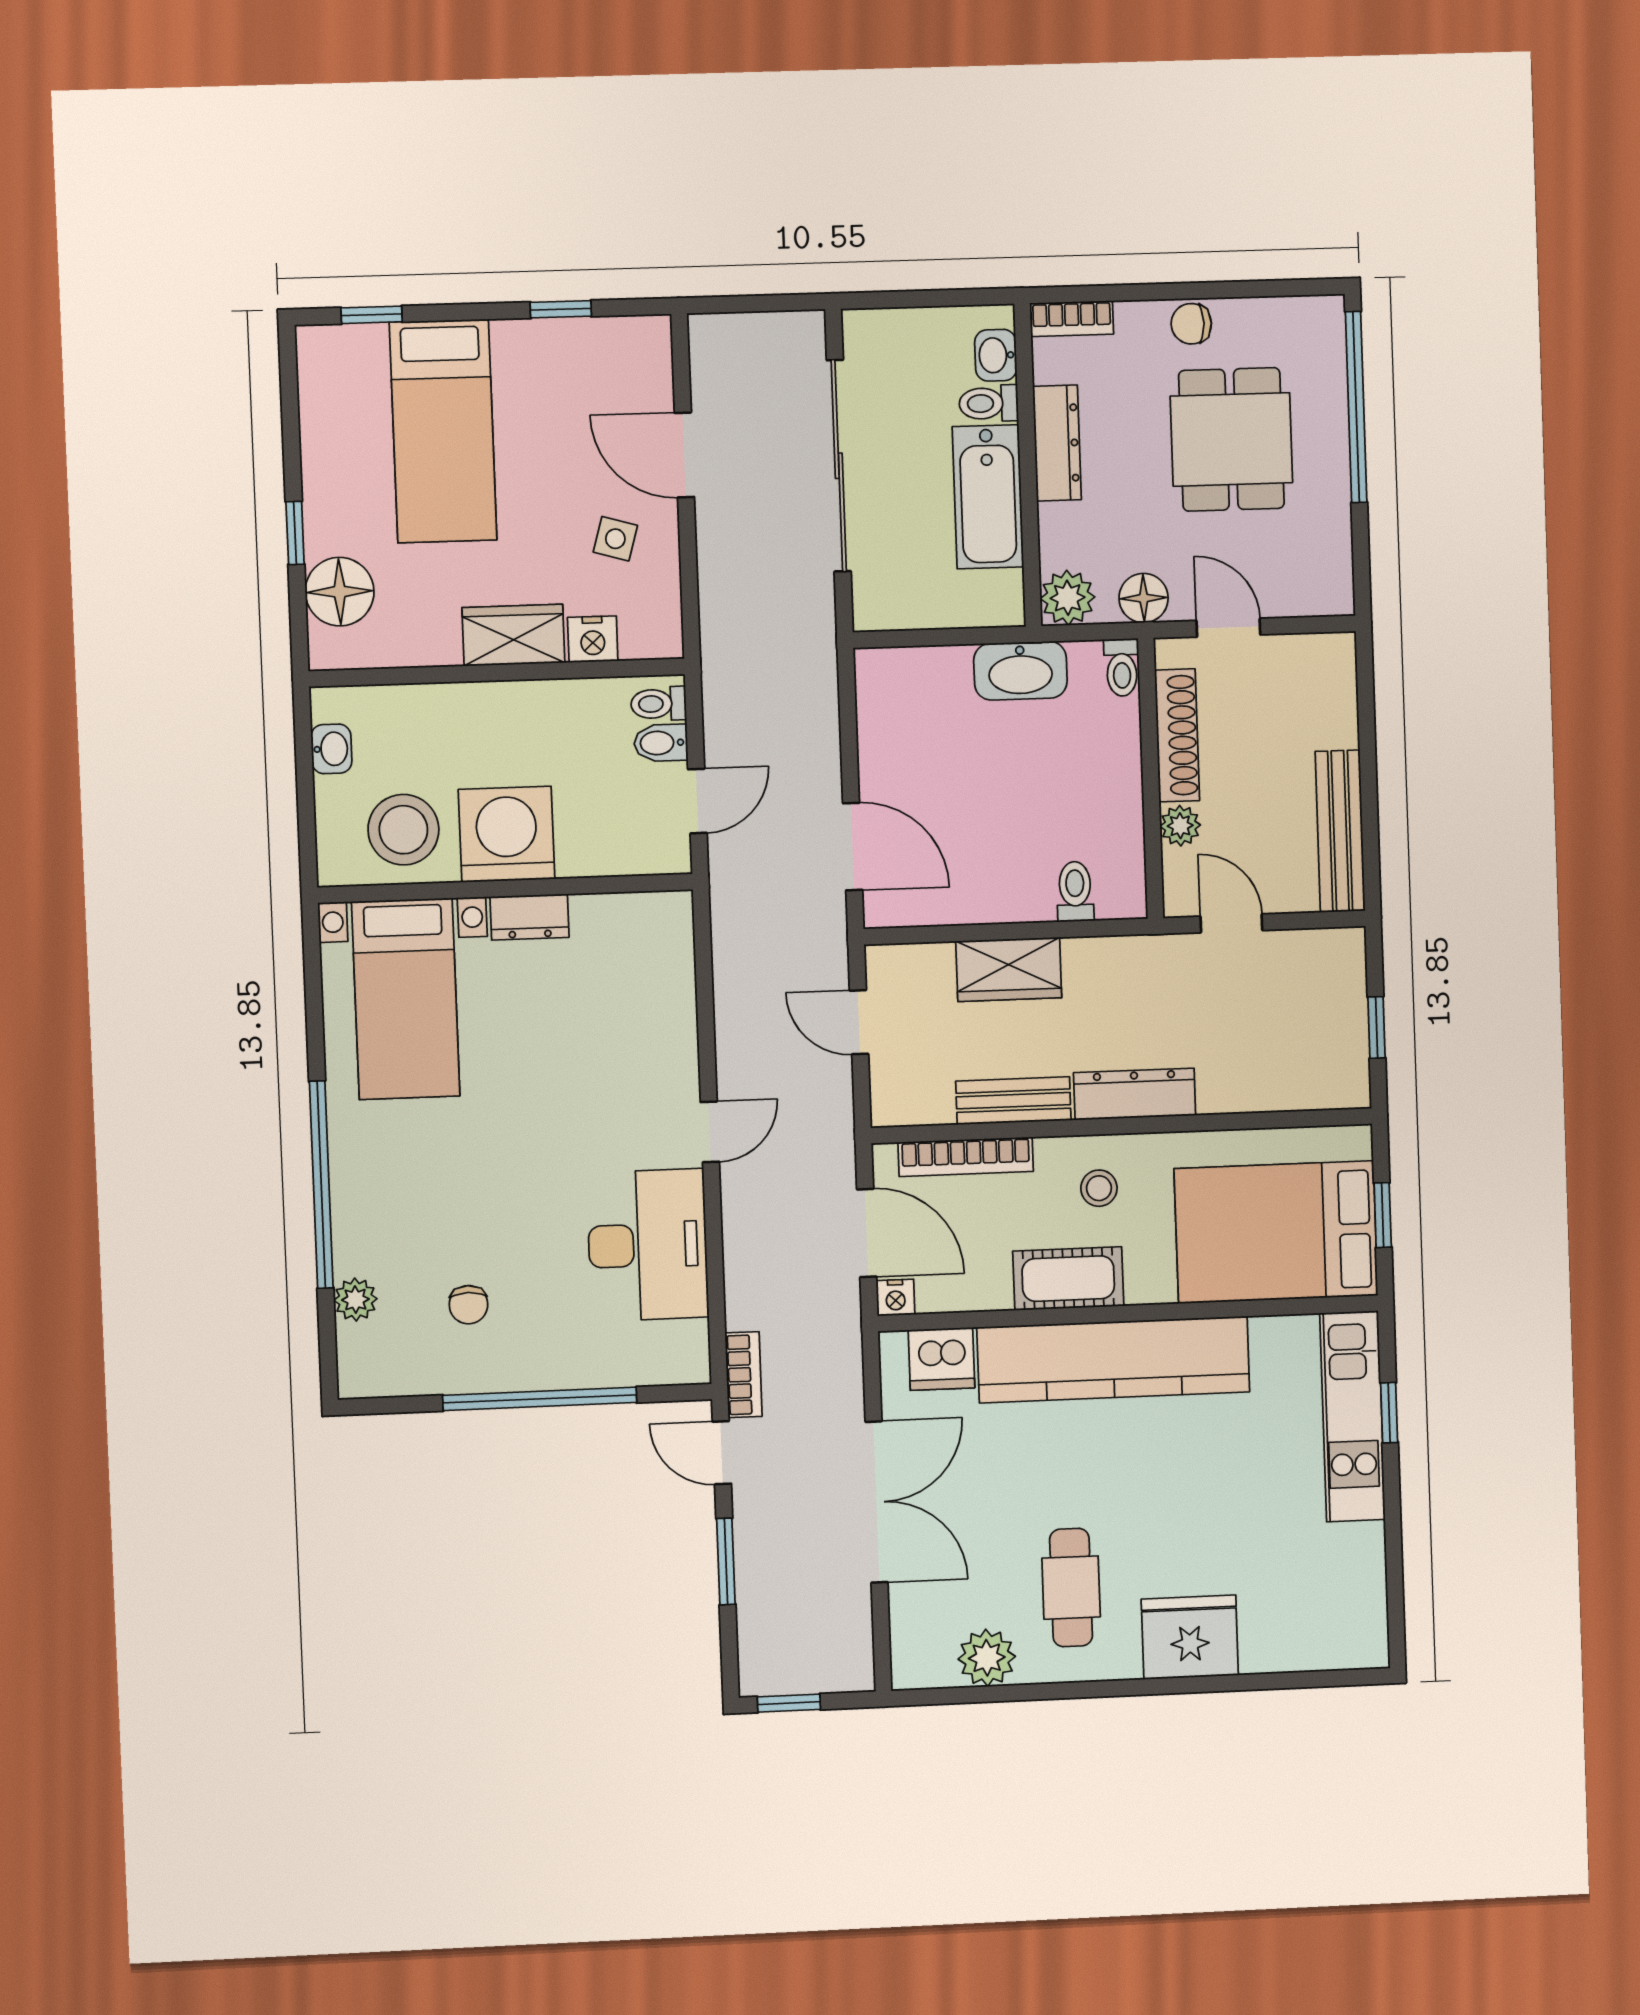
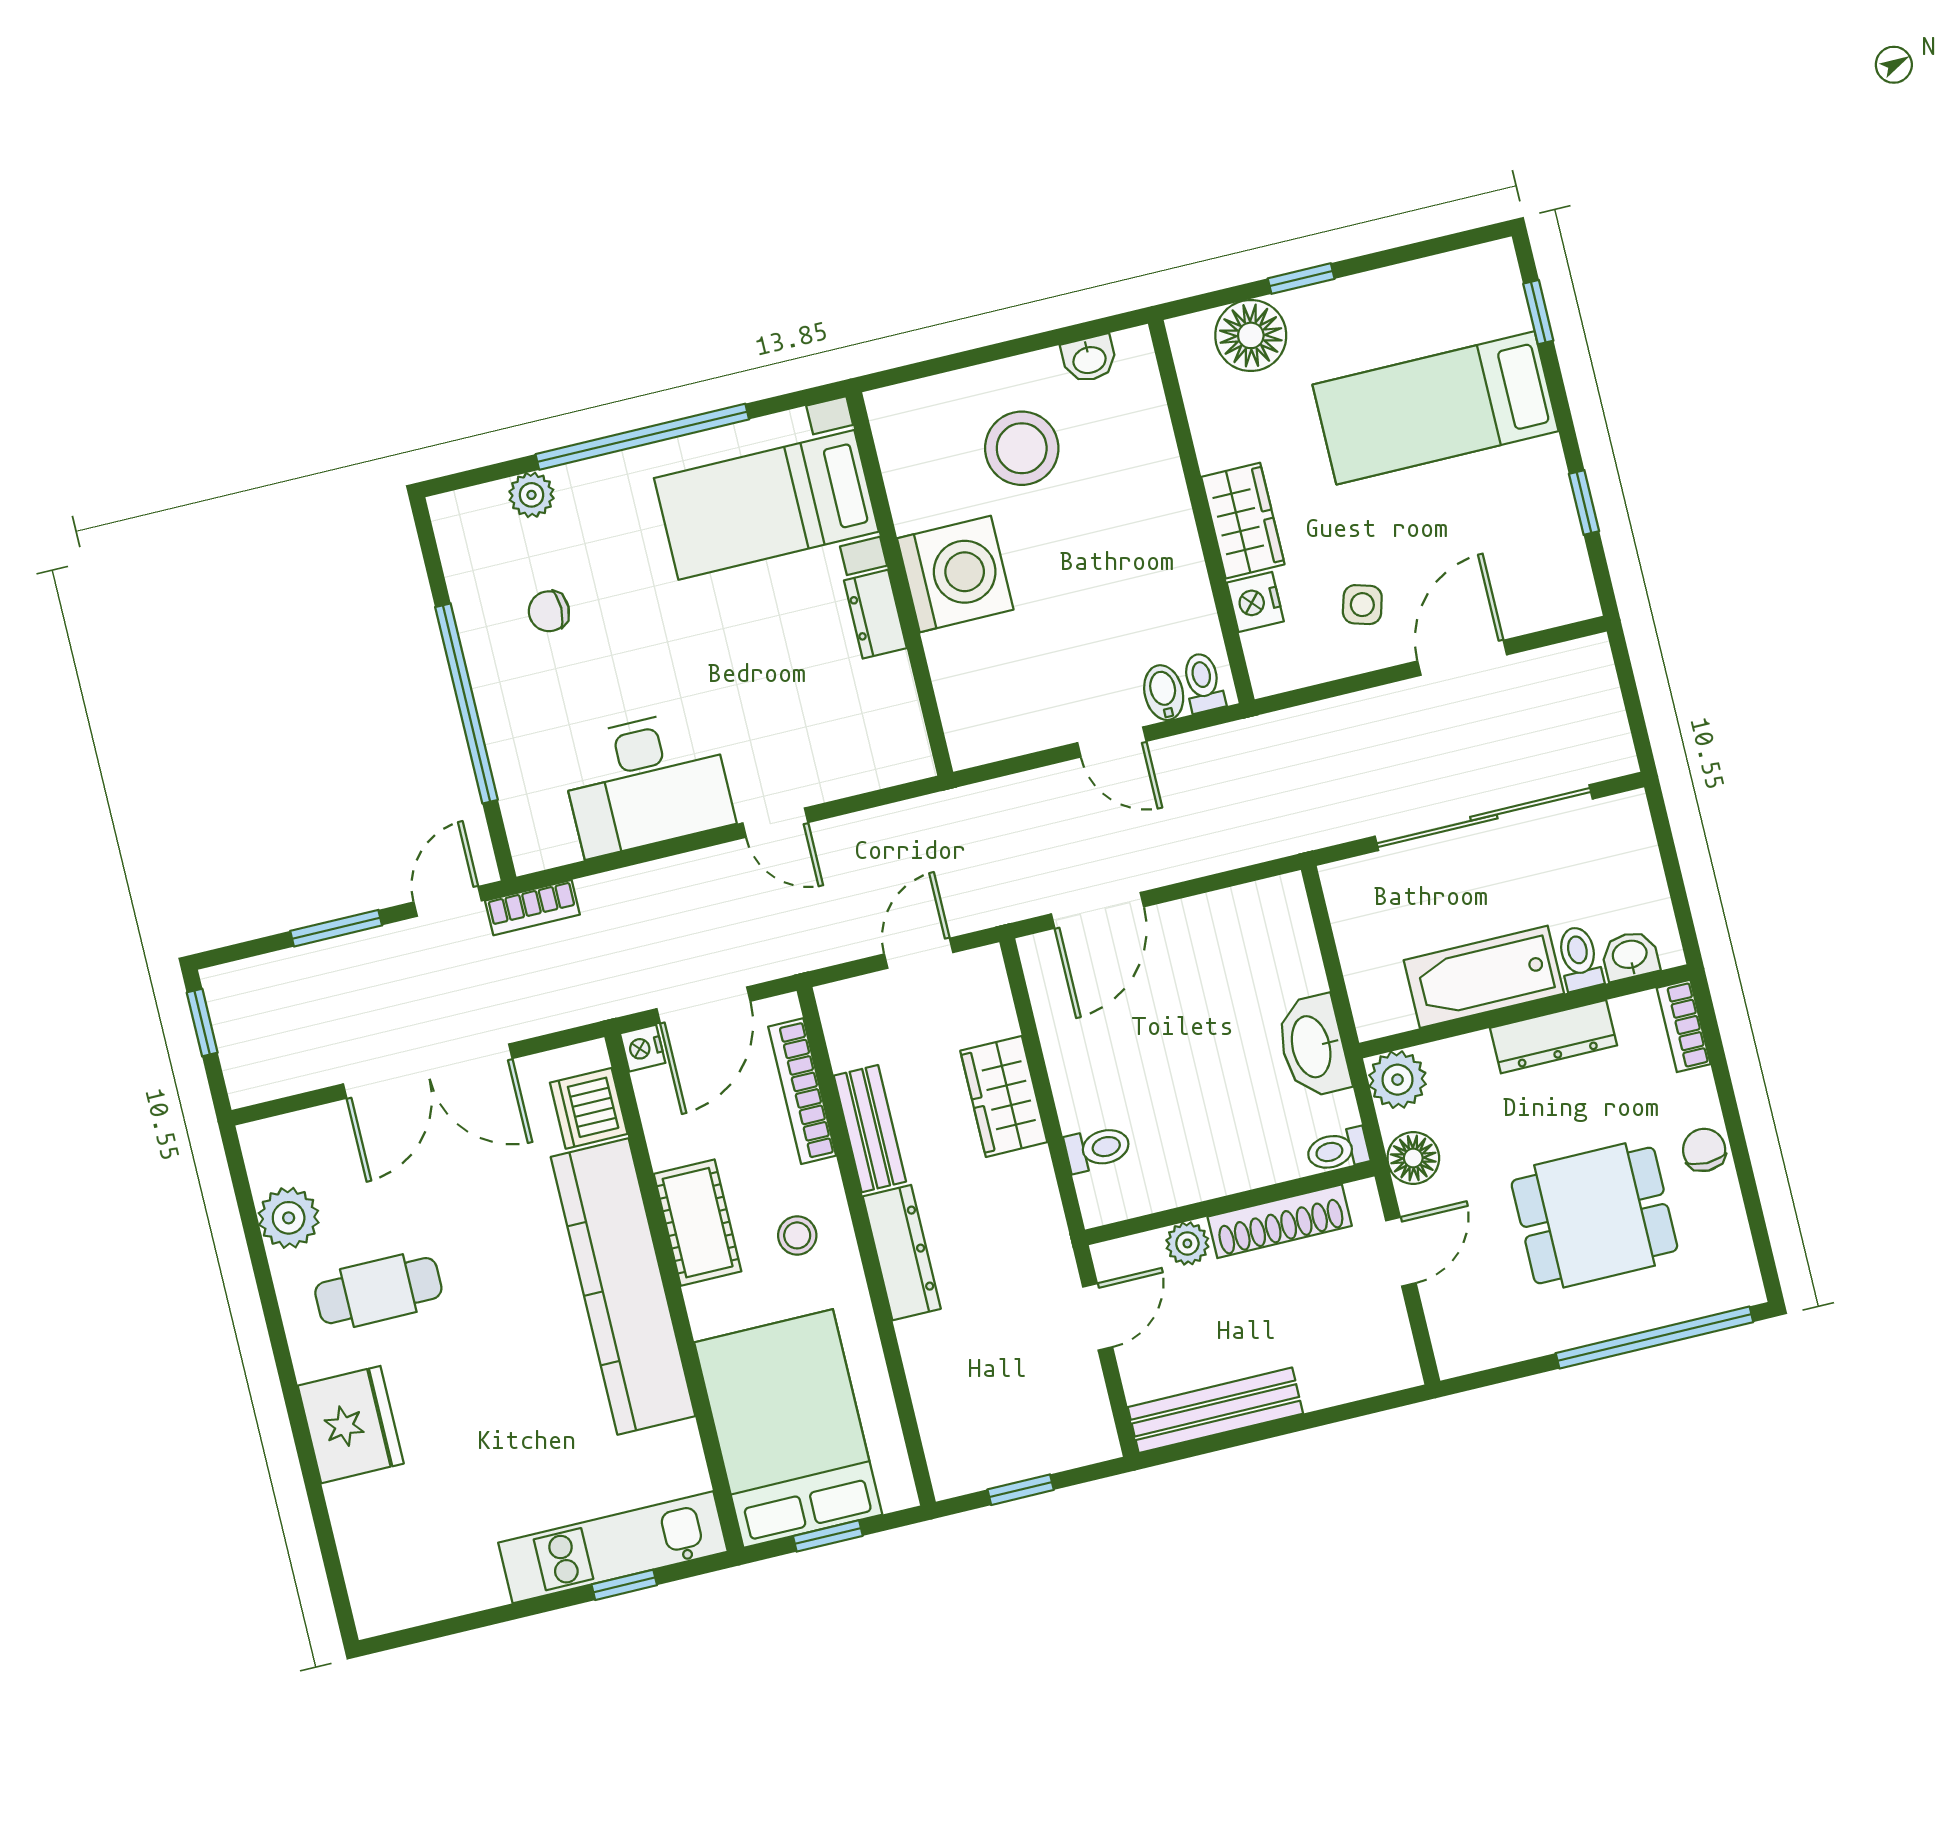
washing machine: (507, 834) -> (955, 574), moved
wall: (505, 888) -> (900, 584), moved
dresser: (529, 917) -> (875, 614), moved
bed with nightstands: (406, 999) -> (766, 505), moved

